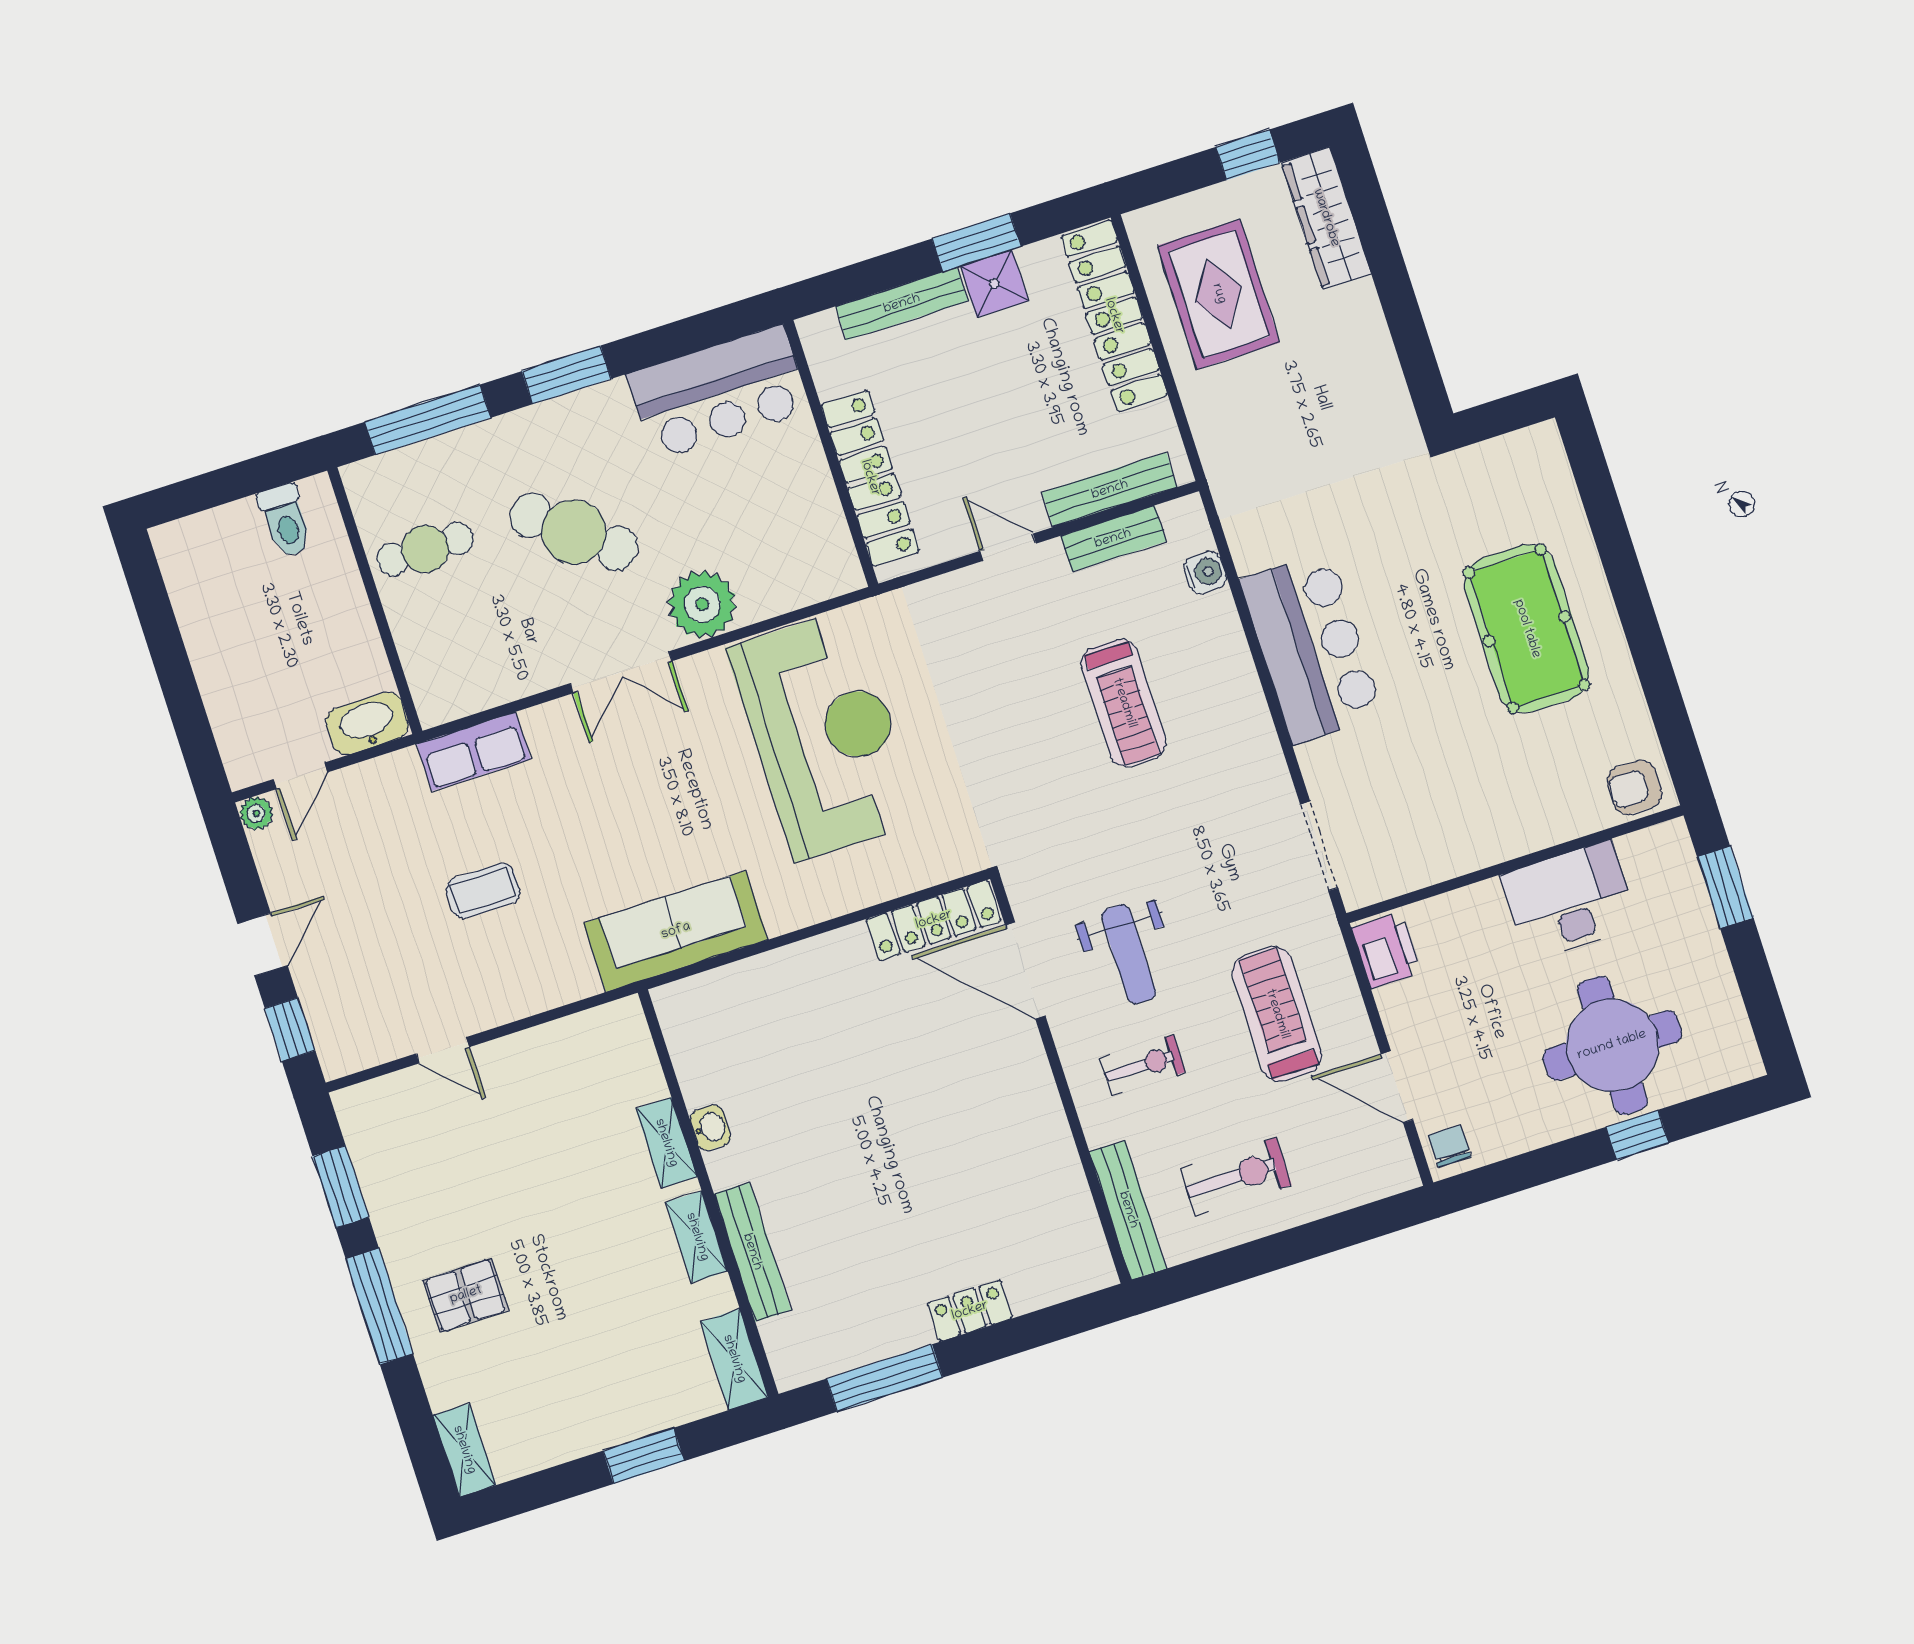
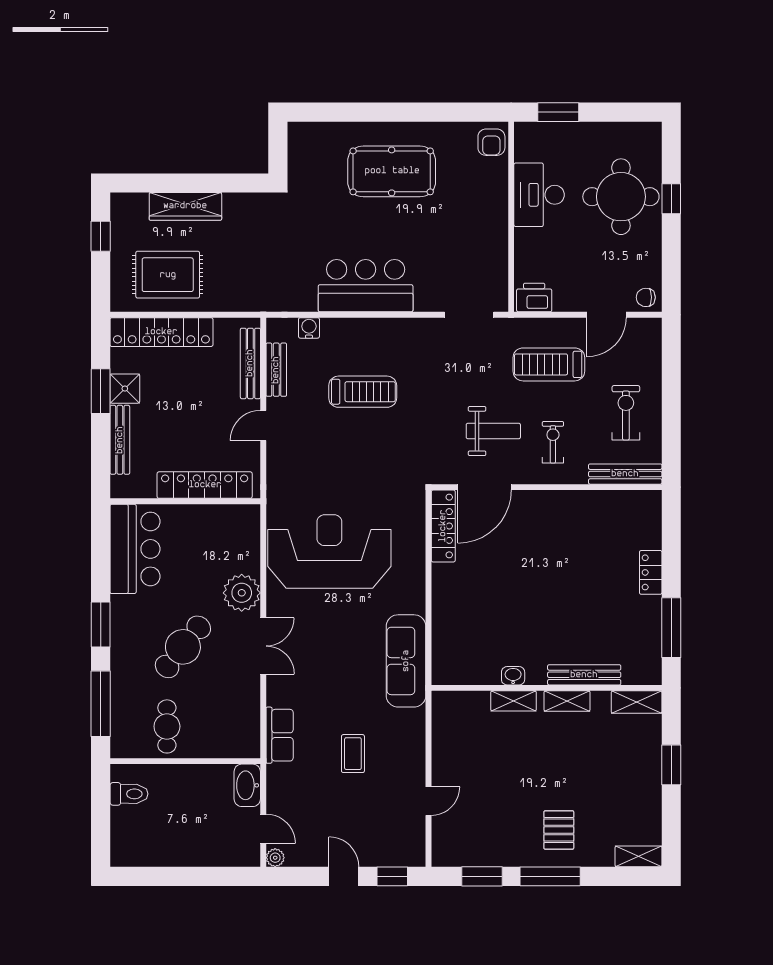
wardrobe: (1326, 218) -> (185, 206), moved

